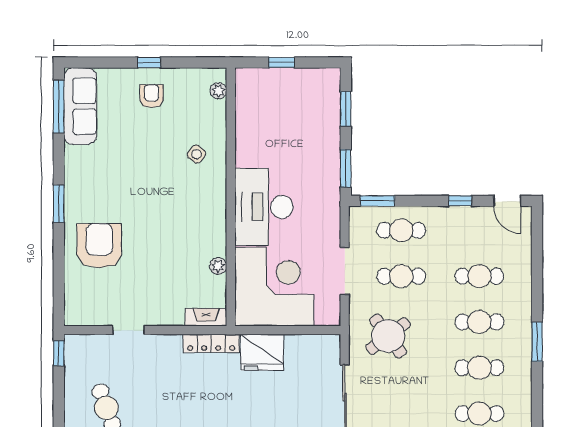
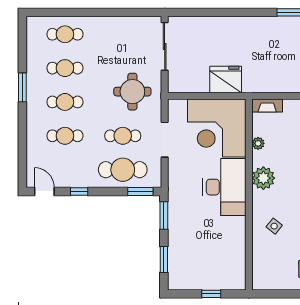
plant: (218, 91) -> (263, 178), moved, width x1.88, depth x1.88
cafe table: (401, 230) -> (123, 170), width x1.37, depth x1.35
round table: (388, 336) -> (132, 92), turned 37
locker: (211, 343) -> (263, 86), removed

